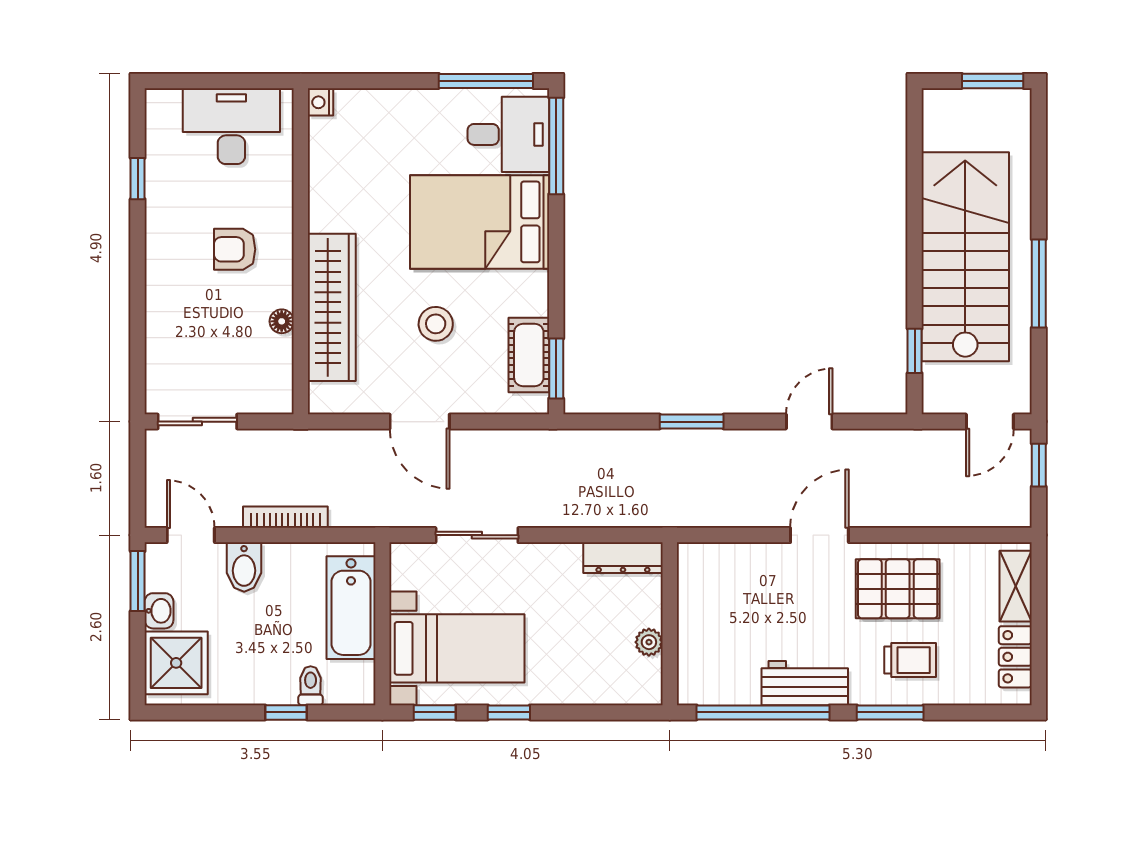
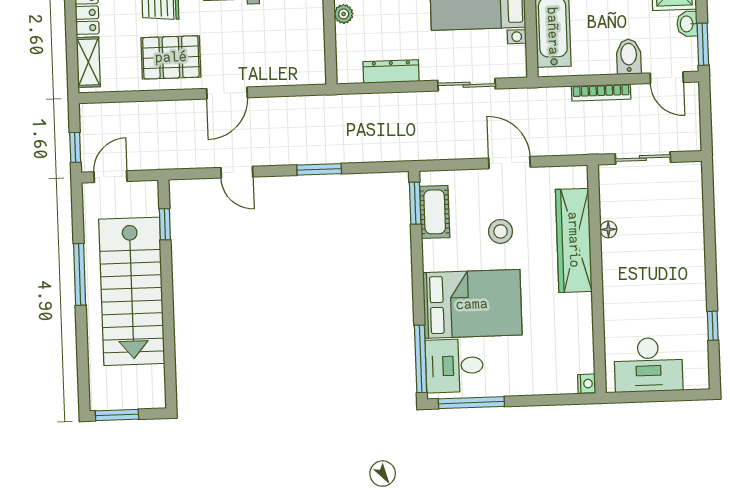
armchair: (235, 249) -> (643, 279), removed
sliding door: (197, 422) -> (643, 158), moved
door: (809, 422) -> (237, 172), hinge flipped
dresser: (623, 558) -> (391, 71), moved

